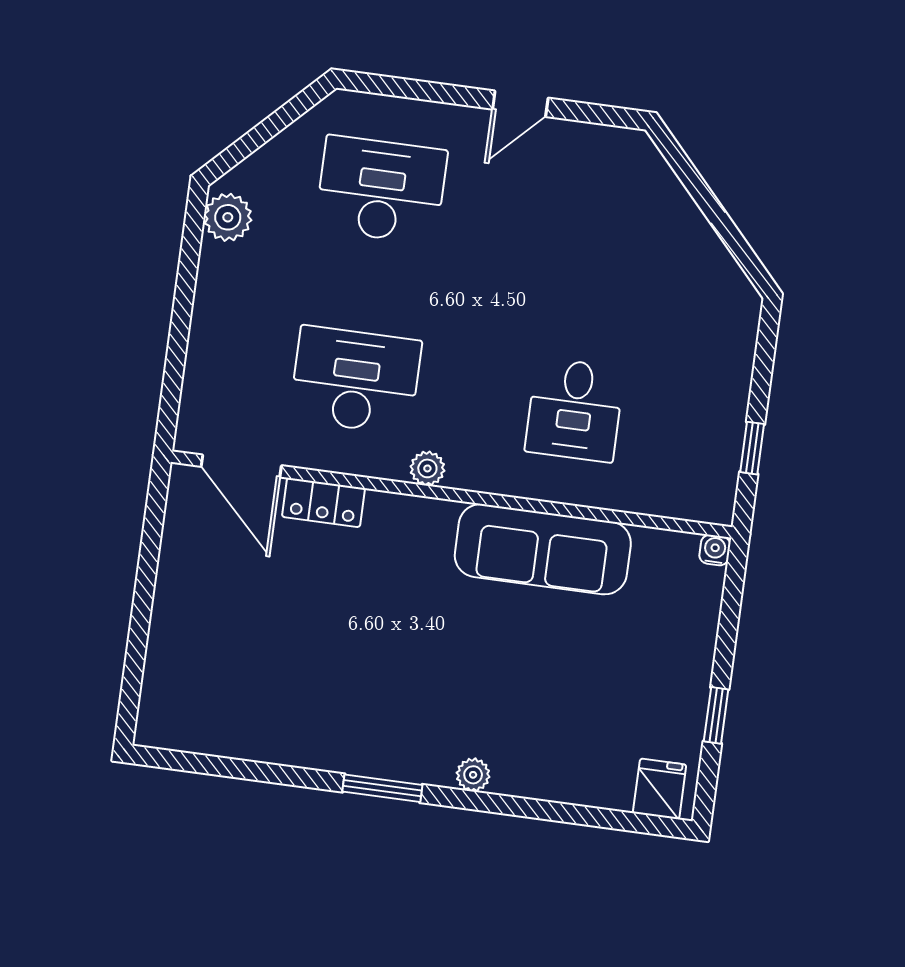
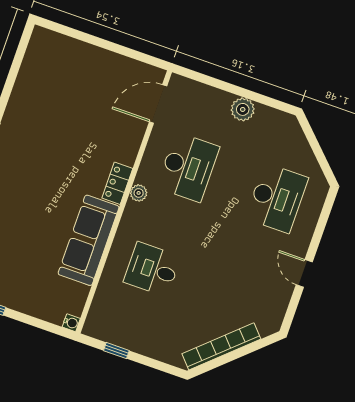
plant: (228, 217) -> (243, 109), moved
bookcase: (701, 240) -> (221, 346), added
locker: (323, 502) -> (117, 183), moved

